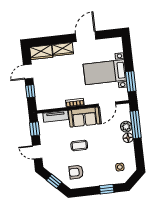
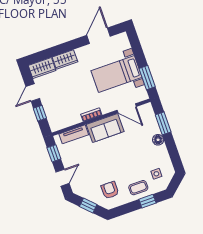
door: (86, 36) -> (98, 36), moved
door: (107, 104) -> (127, 108), hinge flipped
window: (136, 124) -> (163, 123), width x0.69
plant: (126, 127) -> (153, 128), removed
coffee table: (79, 145) -> (138, 188), moved
door: (37, 152) -> (63, 178), swing flipped
armchair: (76, 172) -> (110, 190), turned 90

